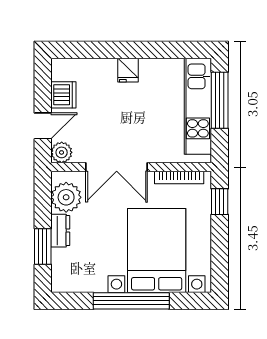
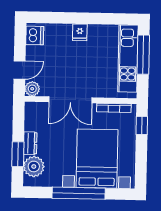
dishwasher: (63, 95) -> (35, 35), moved
plant: (66, 197) -> (34, 166), moved

